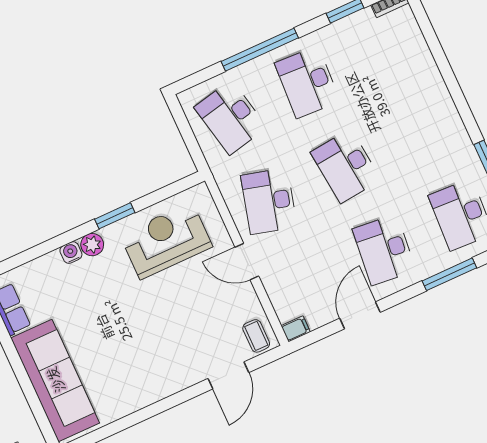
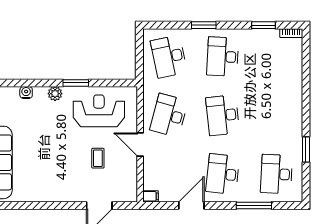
window: (260, 50) -> (204, 25), width x0.47
water cooler: (71, 252) -> (26, 93), moved
coffee table: (256, 336) -> (98, 158), moved

